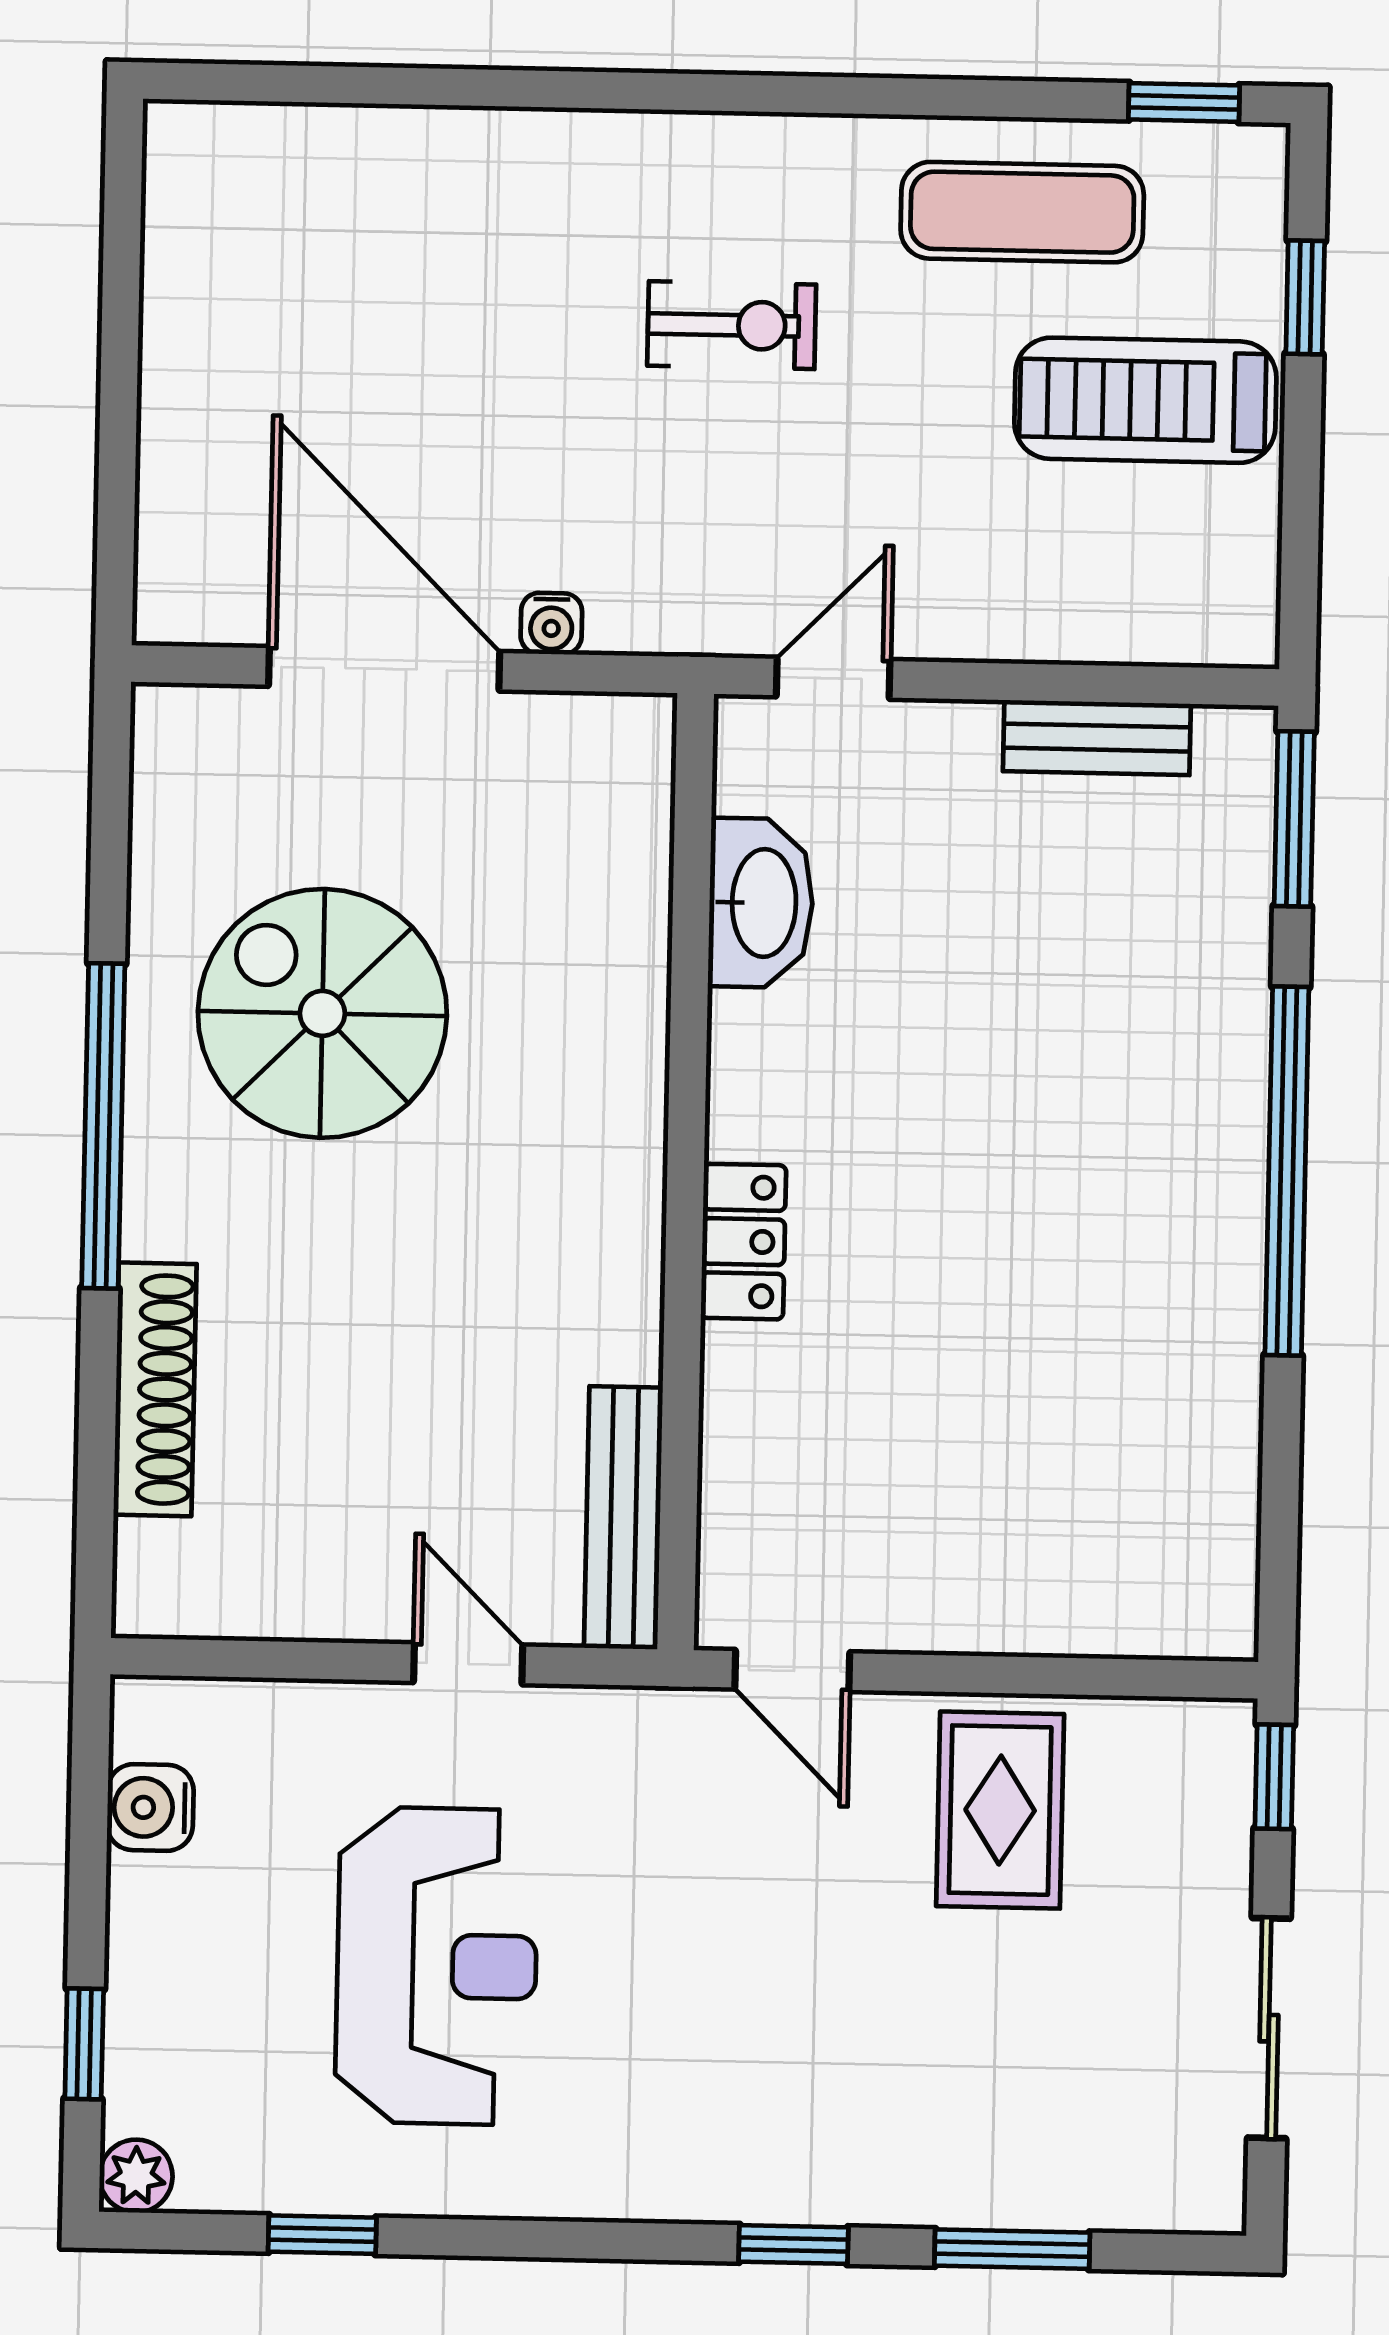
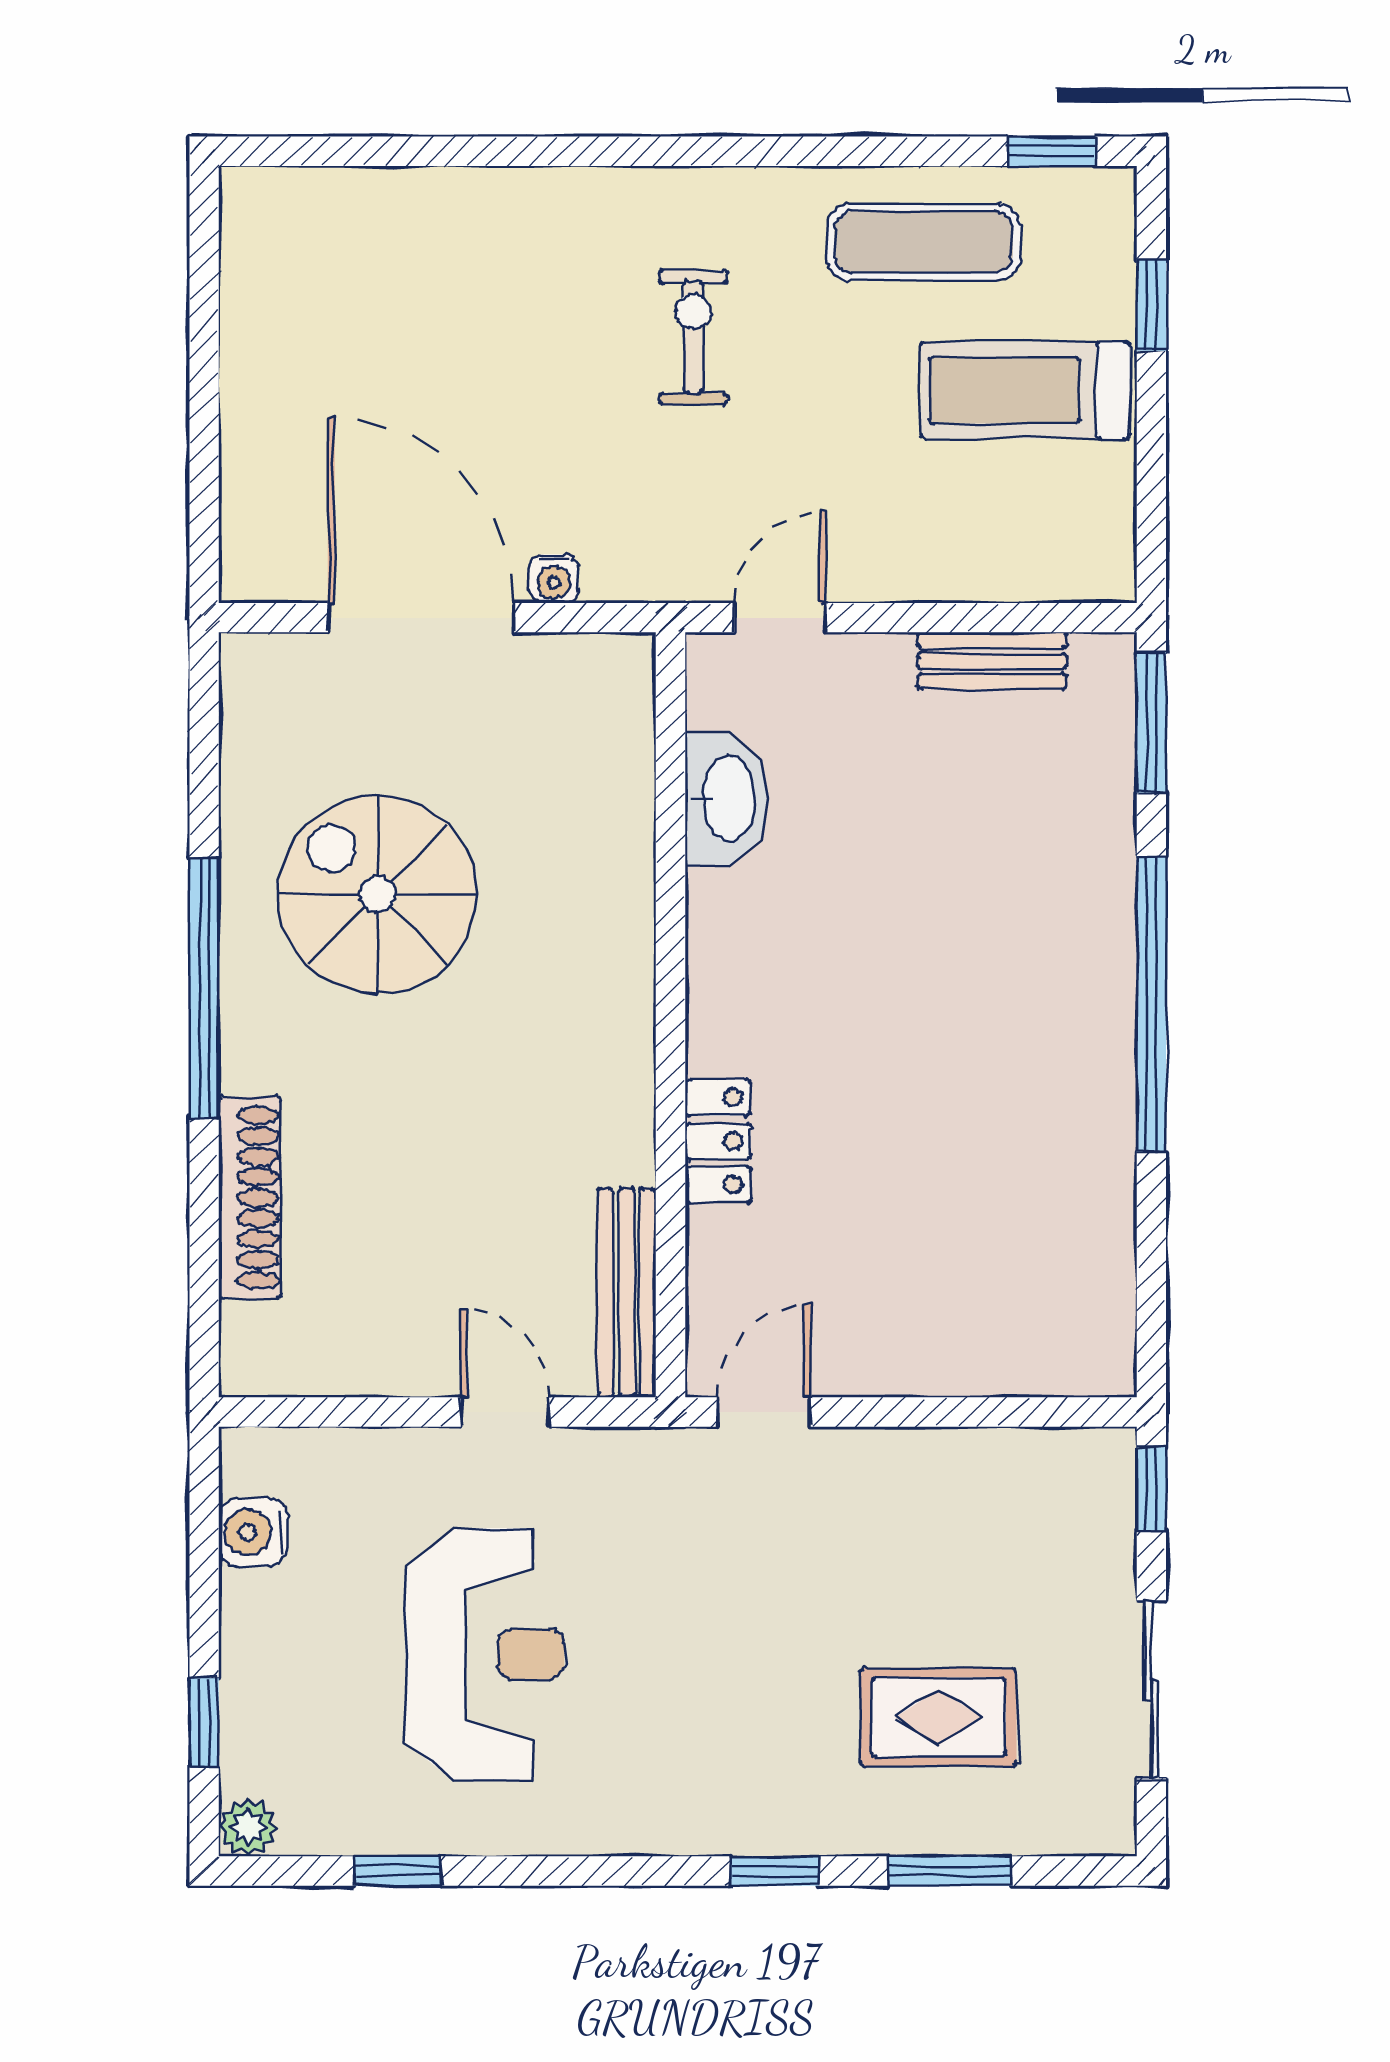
exercise bike: (732, 325) -> (693, 337), turned -90
locker: (743, 1242) -> (718, 1141), moved
door: (792, 1670) -> (764, 1412), swing flipped
rug: (1000, 1810) -> (939, 1717), moved, turned 90

